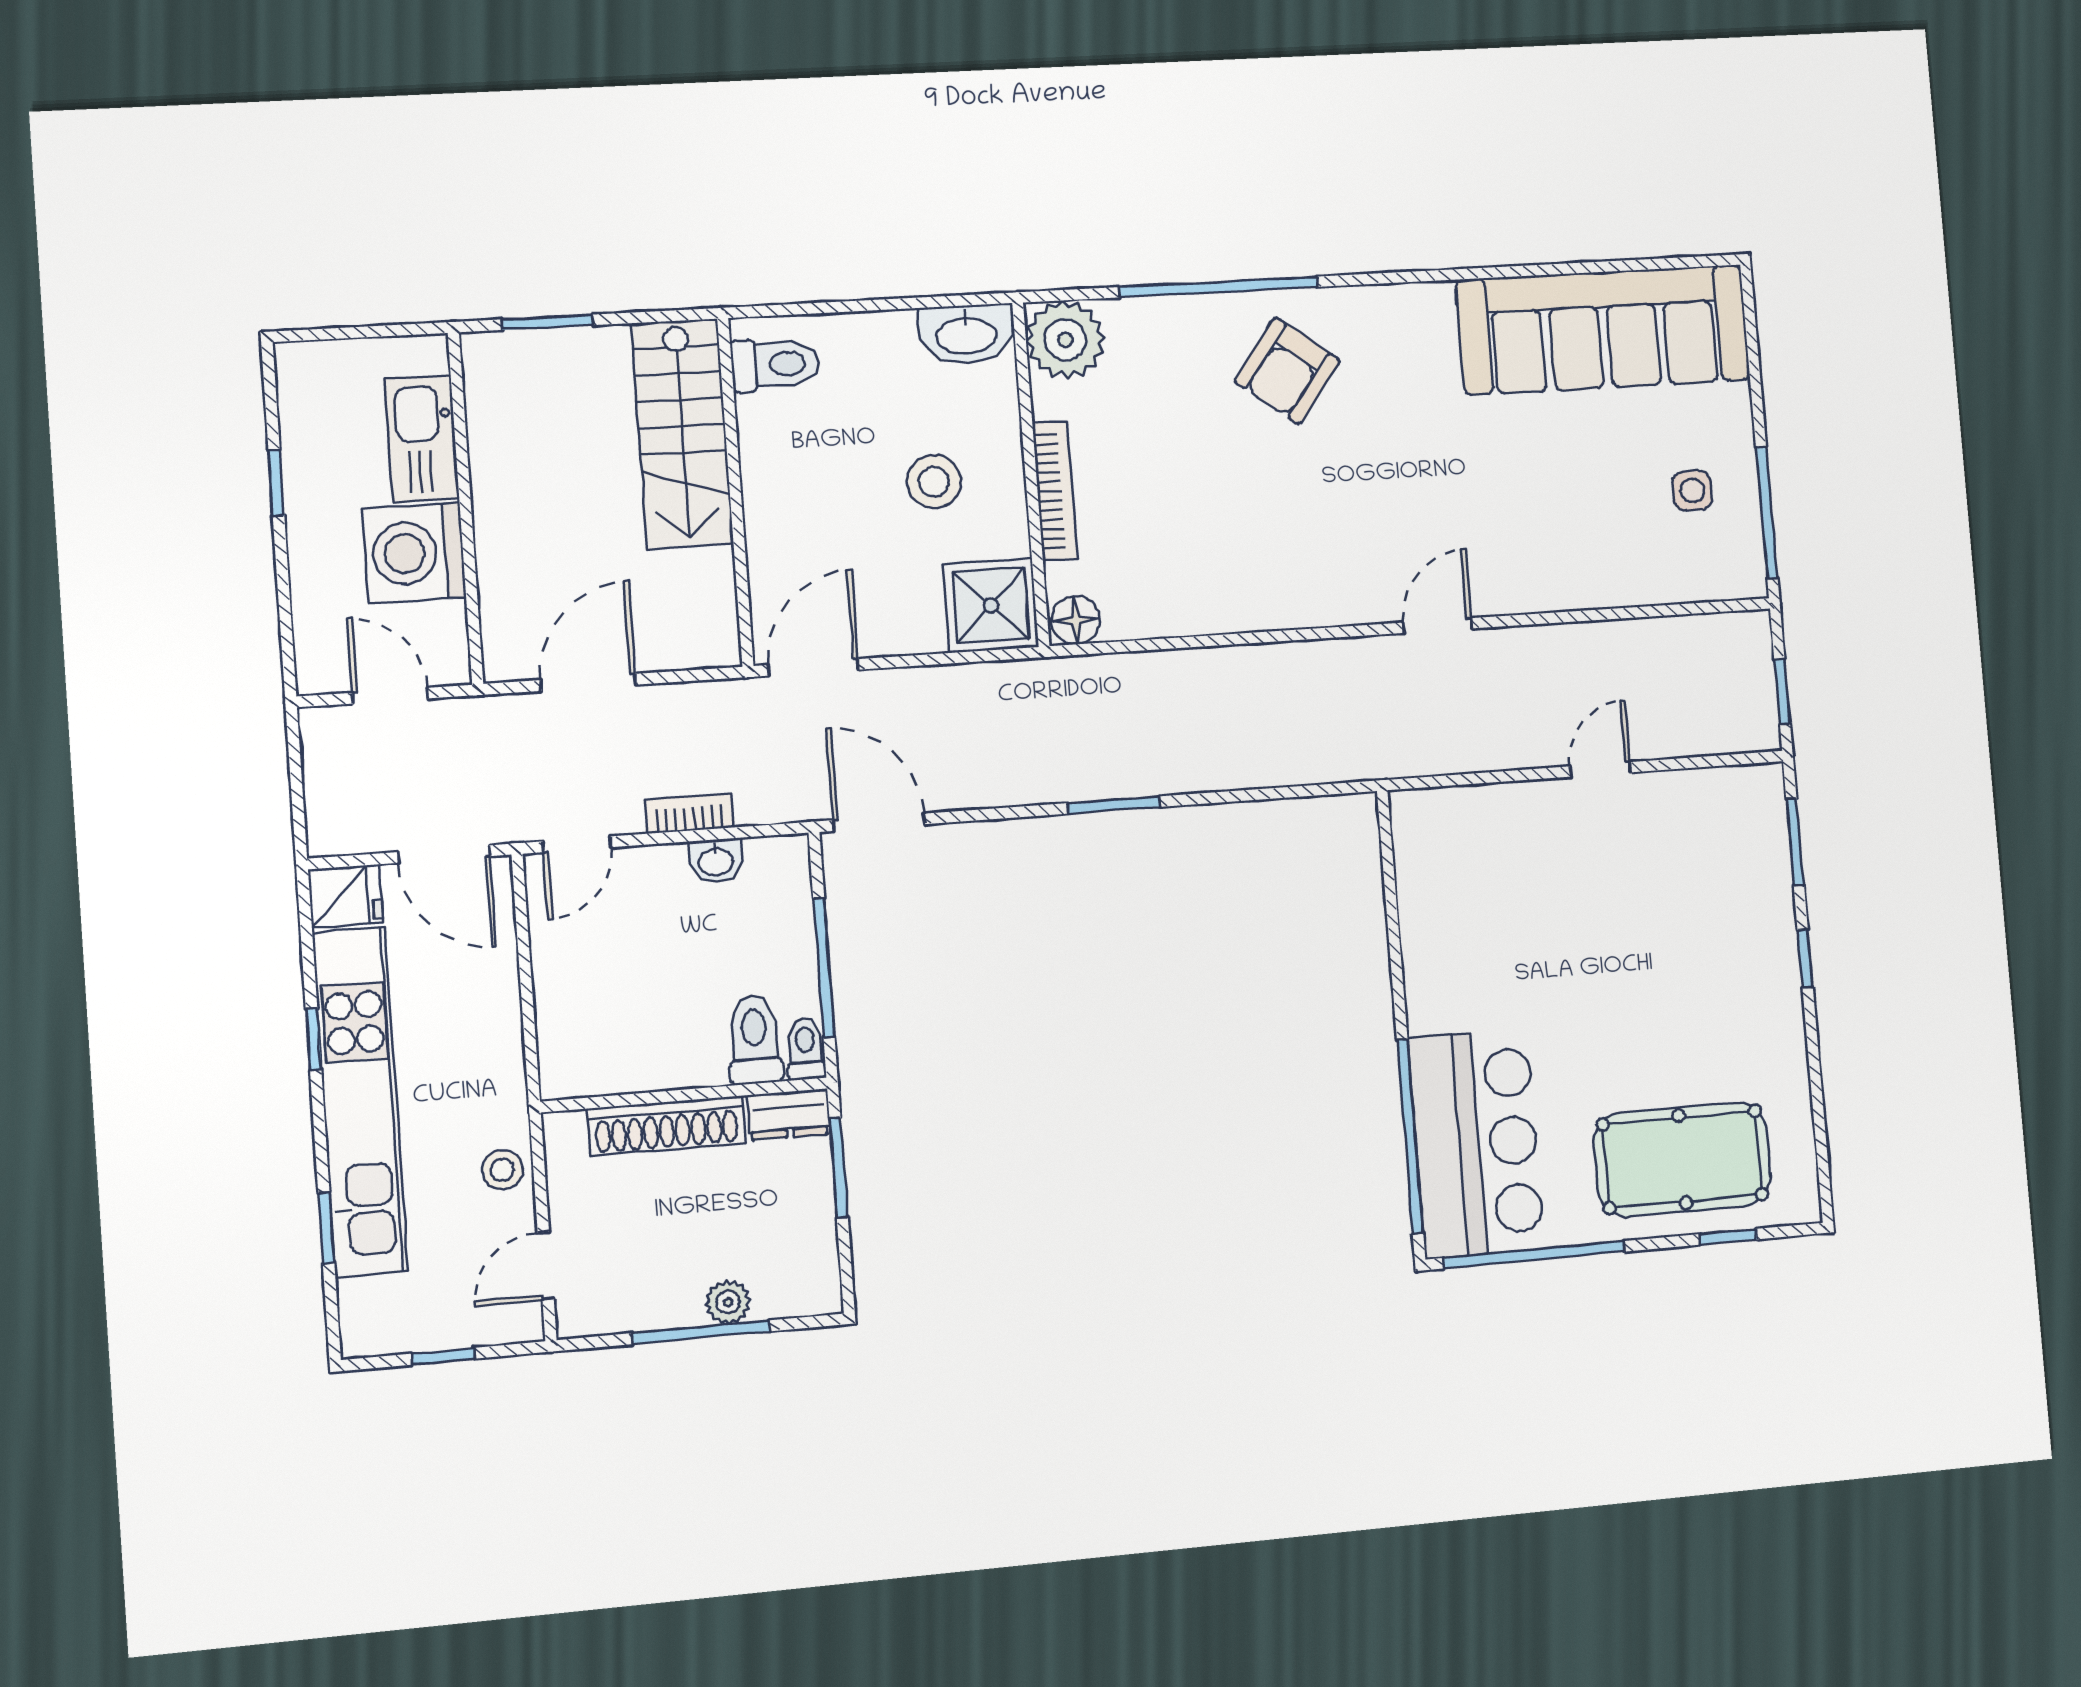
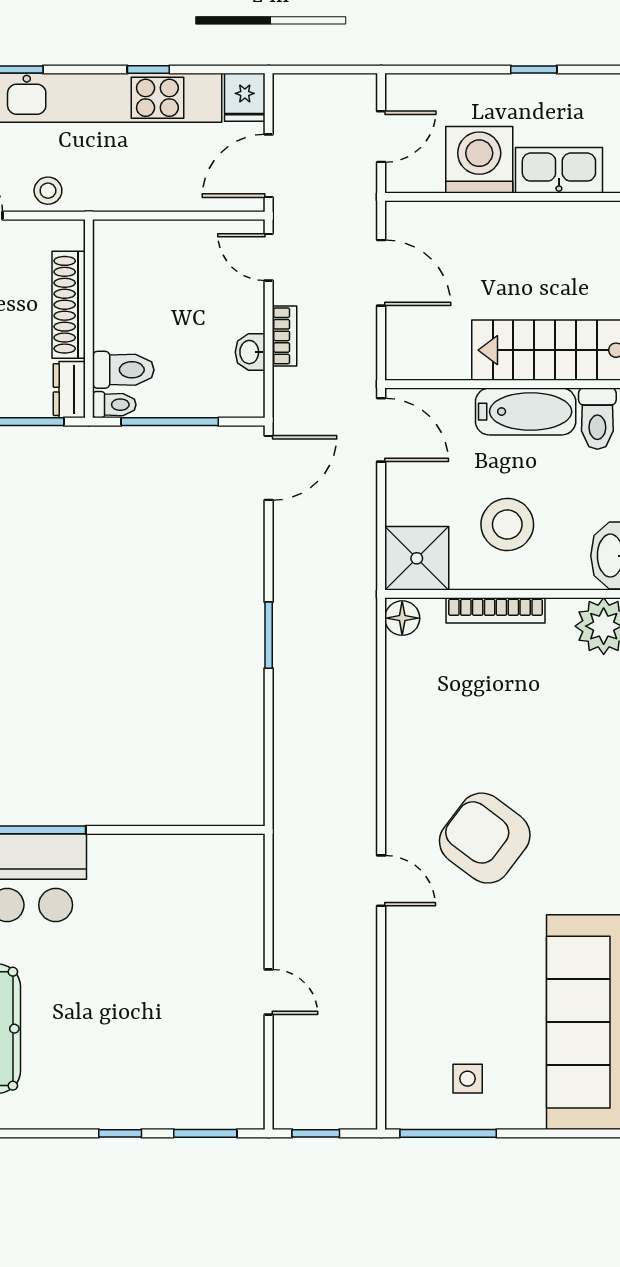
armchair: (1287, 371) -> (485, 838), moved, width x1.36, depth x1.36
bathtub: (772, 466) -> (526, 412), added
stool: (934, 482) -> (507, 524), width x1.38, depth x1.38

